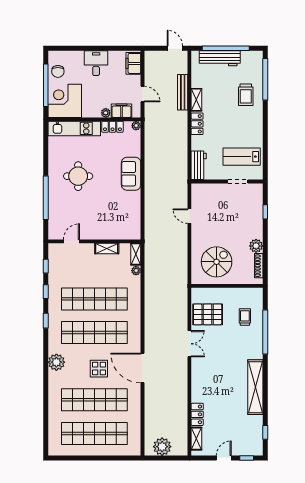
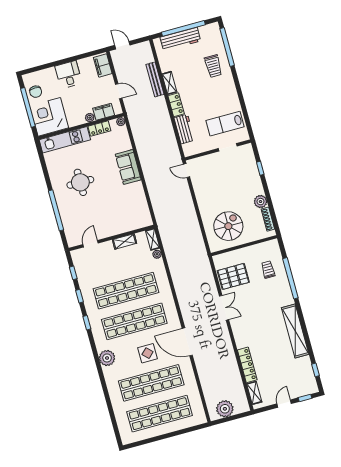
door: (175, 48) -> (122, 45), moved
workbench: (199, 165) -> (184, 129), moved
door: (189, 216) -> (187, 170), moved
locker: (197, 414) -> (247, 365), width x1.53

